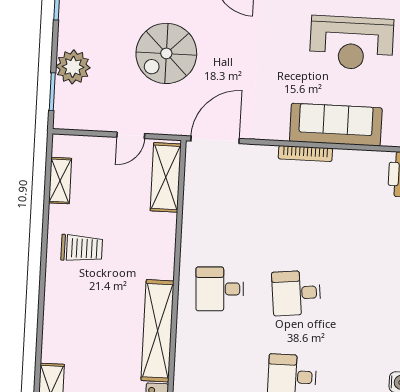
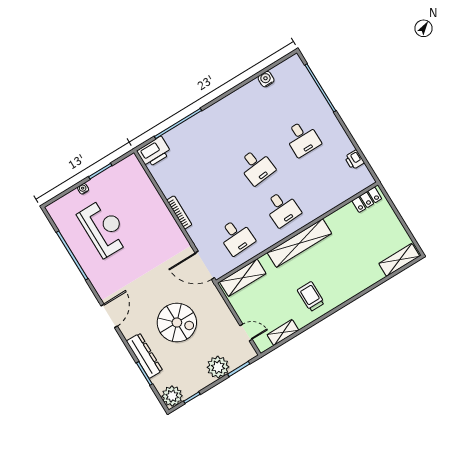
sofa: (336, 125) -> (153, 207), removed
door: (131, 135) -> (246, 332), moved
desk: (224, 205) -> (236, 237), added
shelving: (158, 331) -> (299, 243), moved

